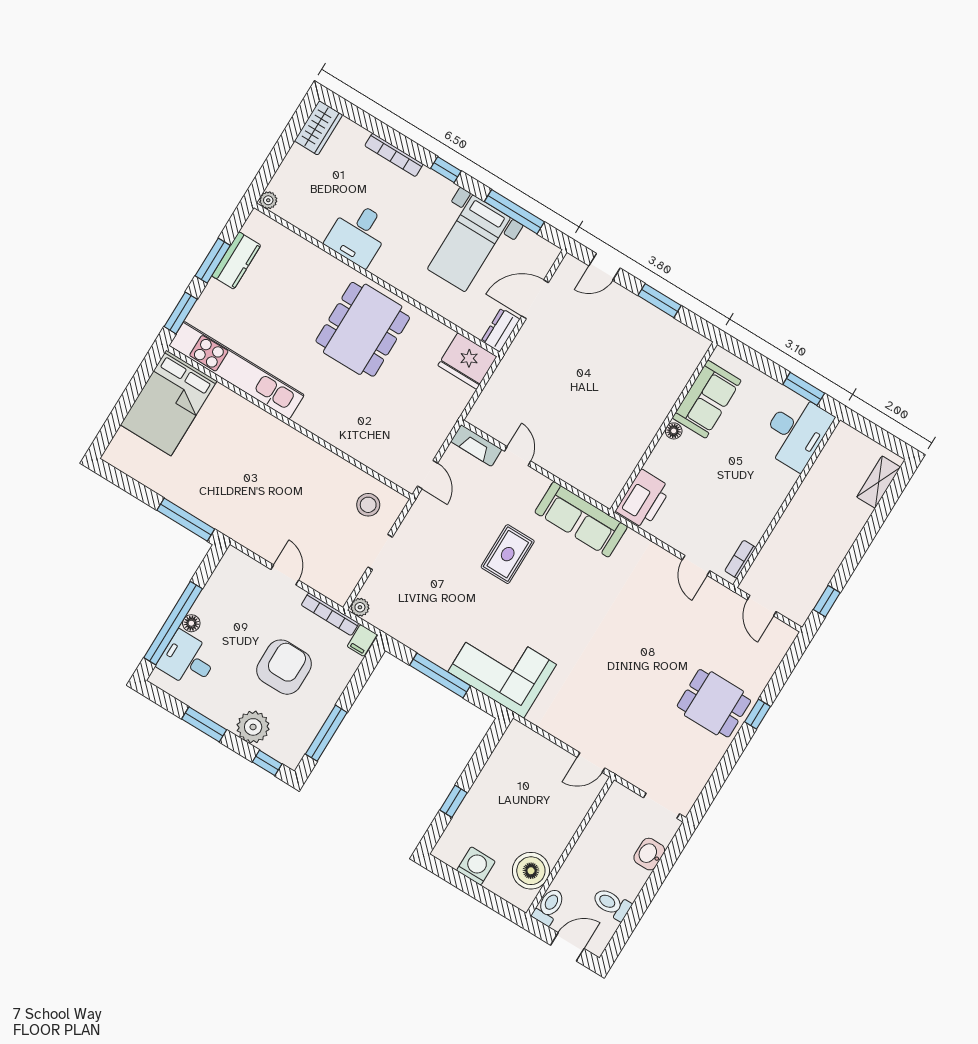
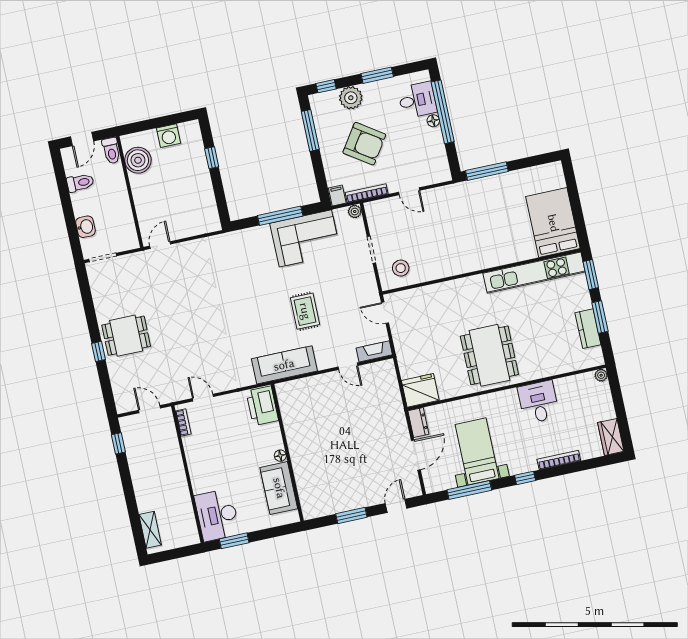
armchair: (284, 667) -> (364, 144), turned -56
corner sofa: (502, 668) -> (305, 238), moved

